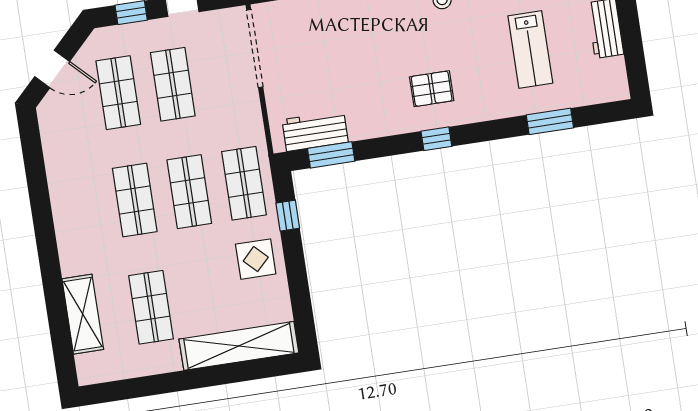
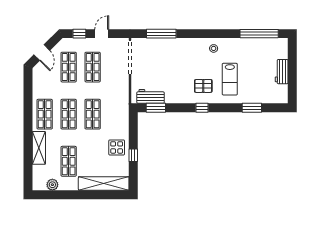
lab bench: (530, 49) -> (230, 79), moved
door: (52, 69) -> (42, 53), hinge flipped
shop shelf: (244, 183) -> (45, 114), moved
window: (288, 216) -> (133, 155), moved
shelving: (83, 314) -> (39, 148), moved
plant: (122, 366) -> (52, 185), added

